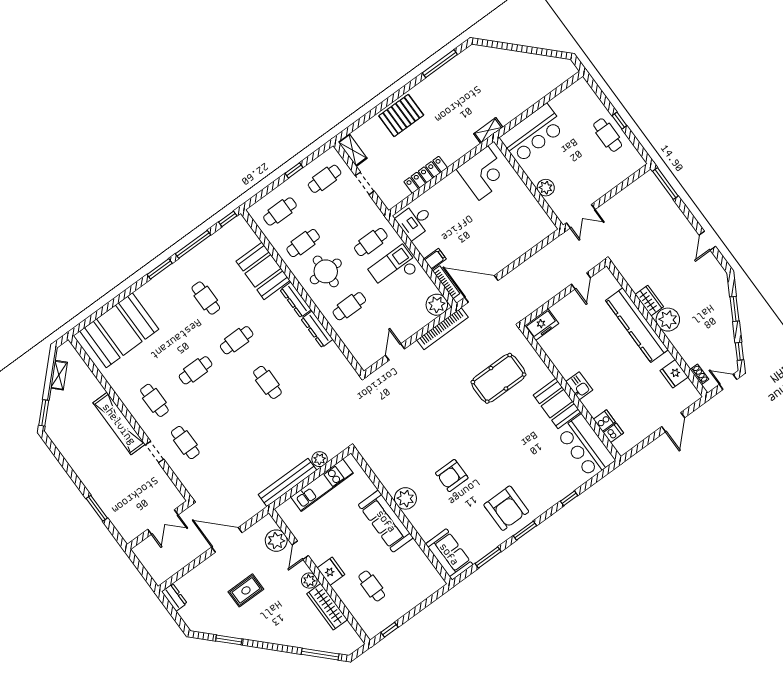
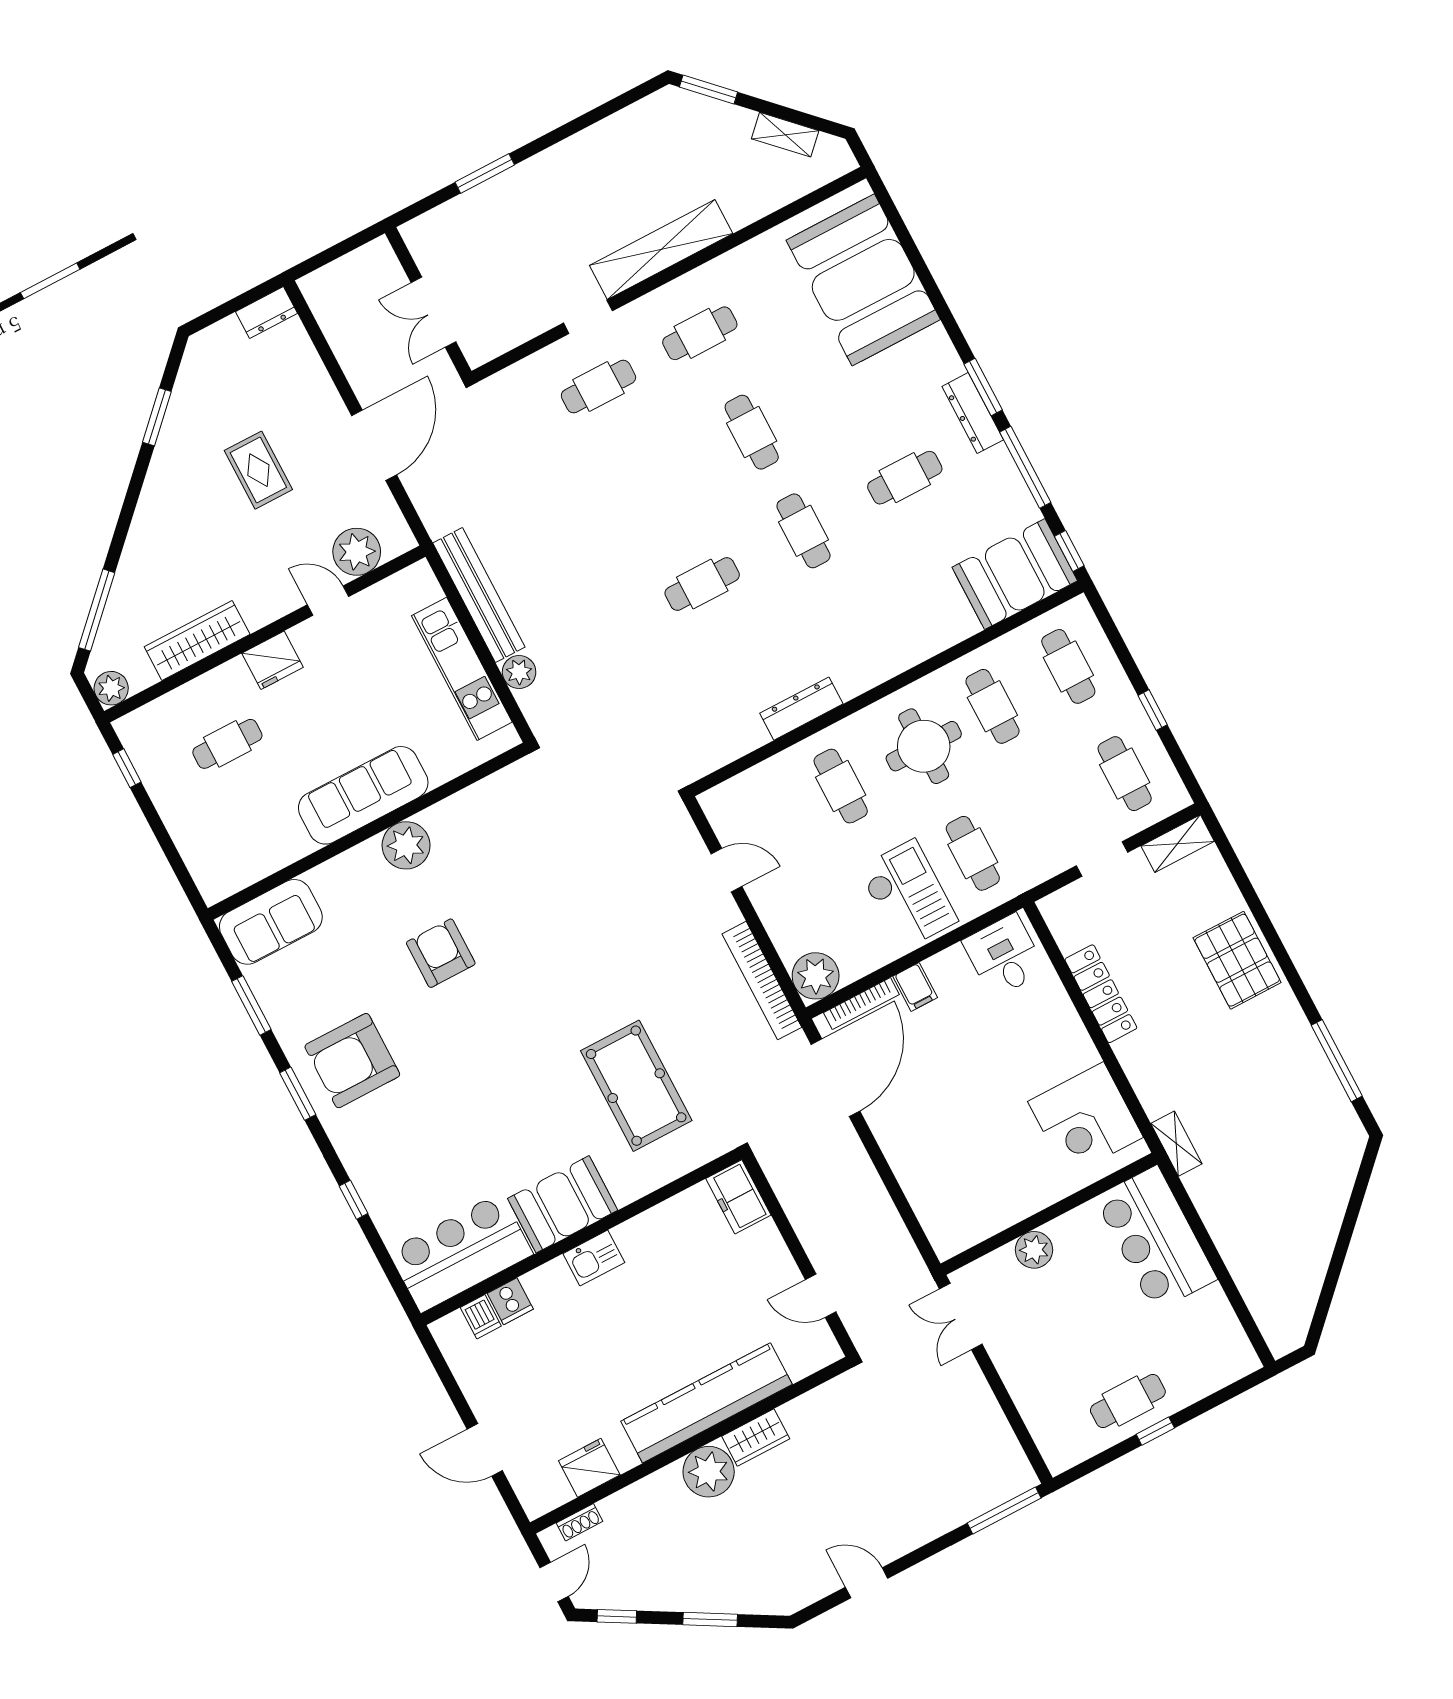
booth: (263, 271) -> (1015, 574), moved
dresser: (296, 300) -> (973, 413), moved, turned -90
plant: (309, 581) -> (111, 688), moved

